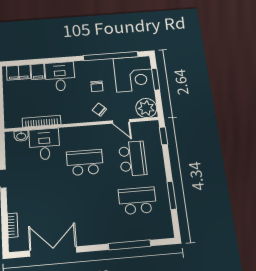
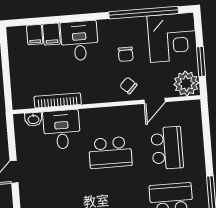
filing cabinet: (19, 72) -> (35, 35), width x0.50
window: (156, 79) -> (201, 62), moved
door: (121, 121) -> (155, 101), hinge flipped
window: (163, 136) -> (206, 120), removed
school desk: (85, 162) -> (110, 152), turned 180

